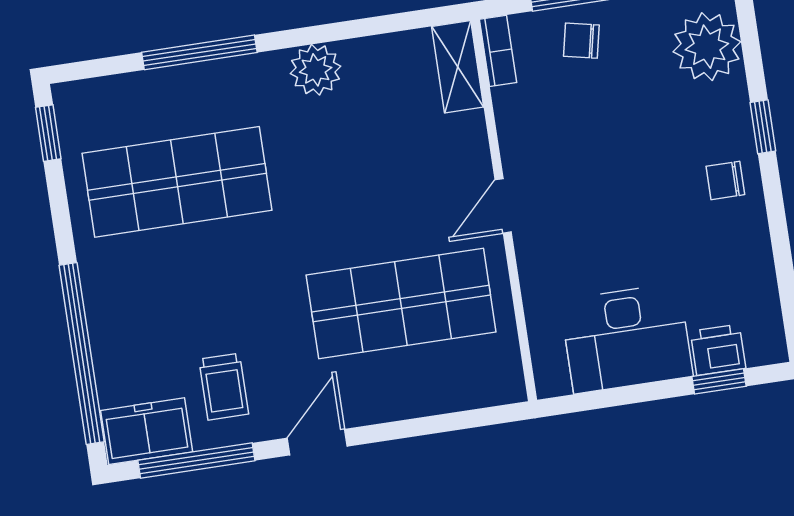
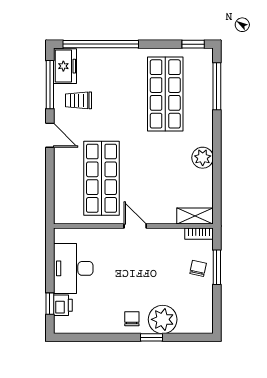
plant: (707, 47) -> (163, 319), moved
window: (199, 52) -> (217, 86), moved

